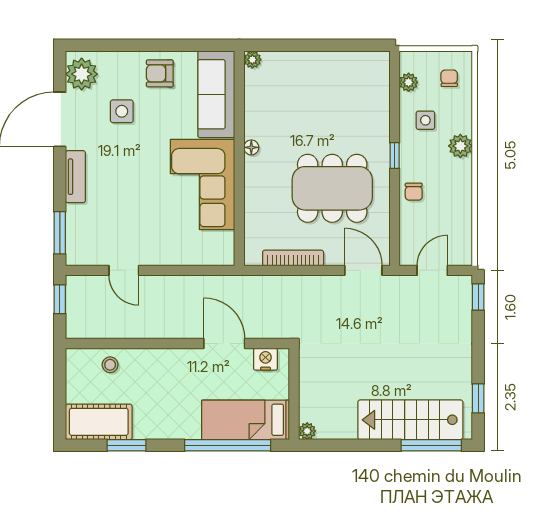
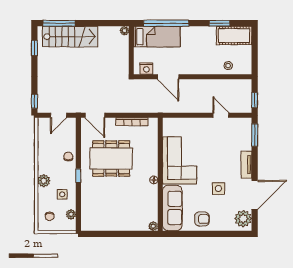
side table: (122, 111) -> (218, 189), moved

